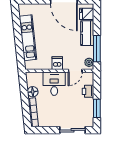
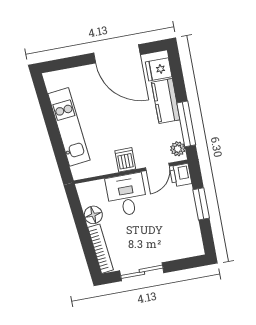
printer: (88, 91) -> (181, 175), moved
window: (97, 108) -> (201, 204), moved
sliding door: (73, 130) -> (142, 272), moved

